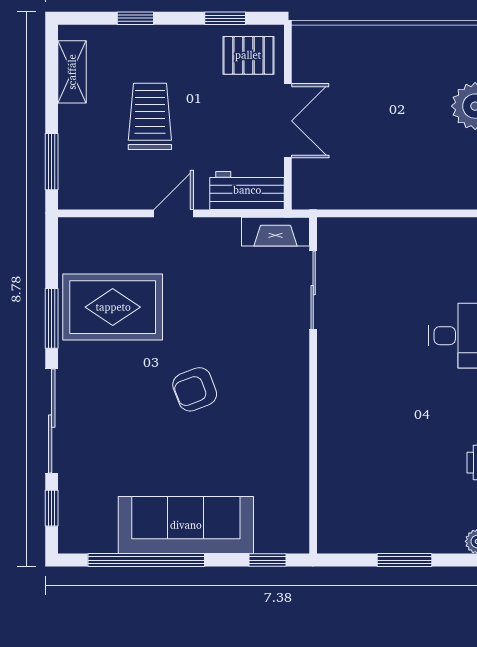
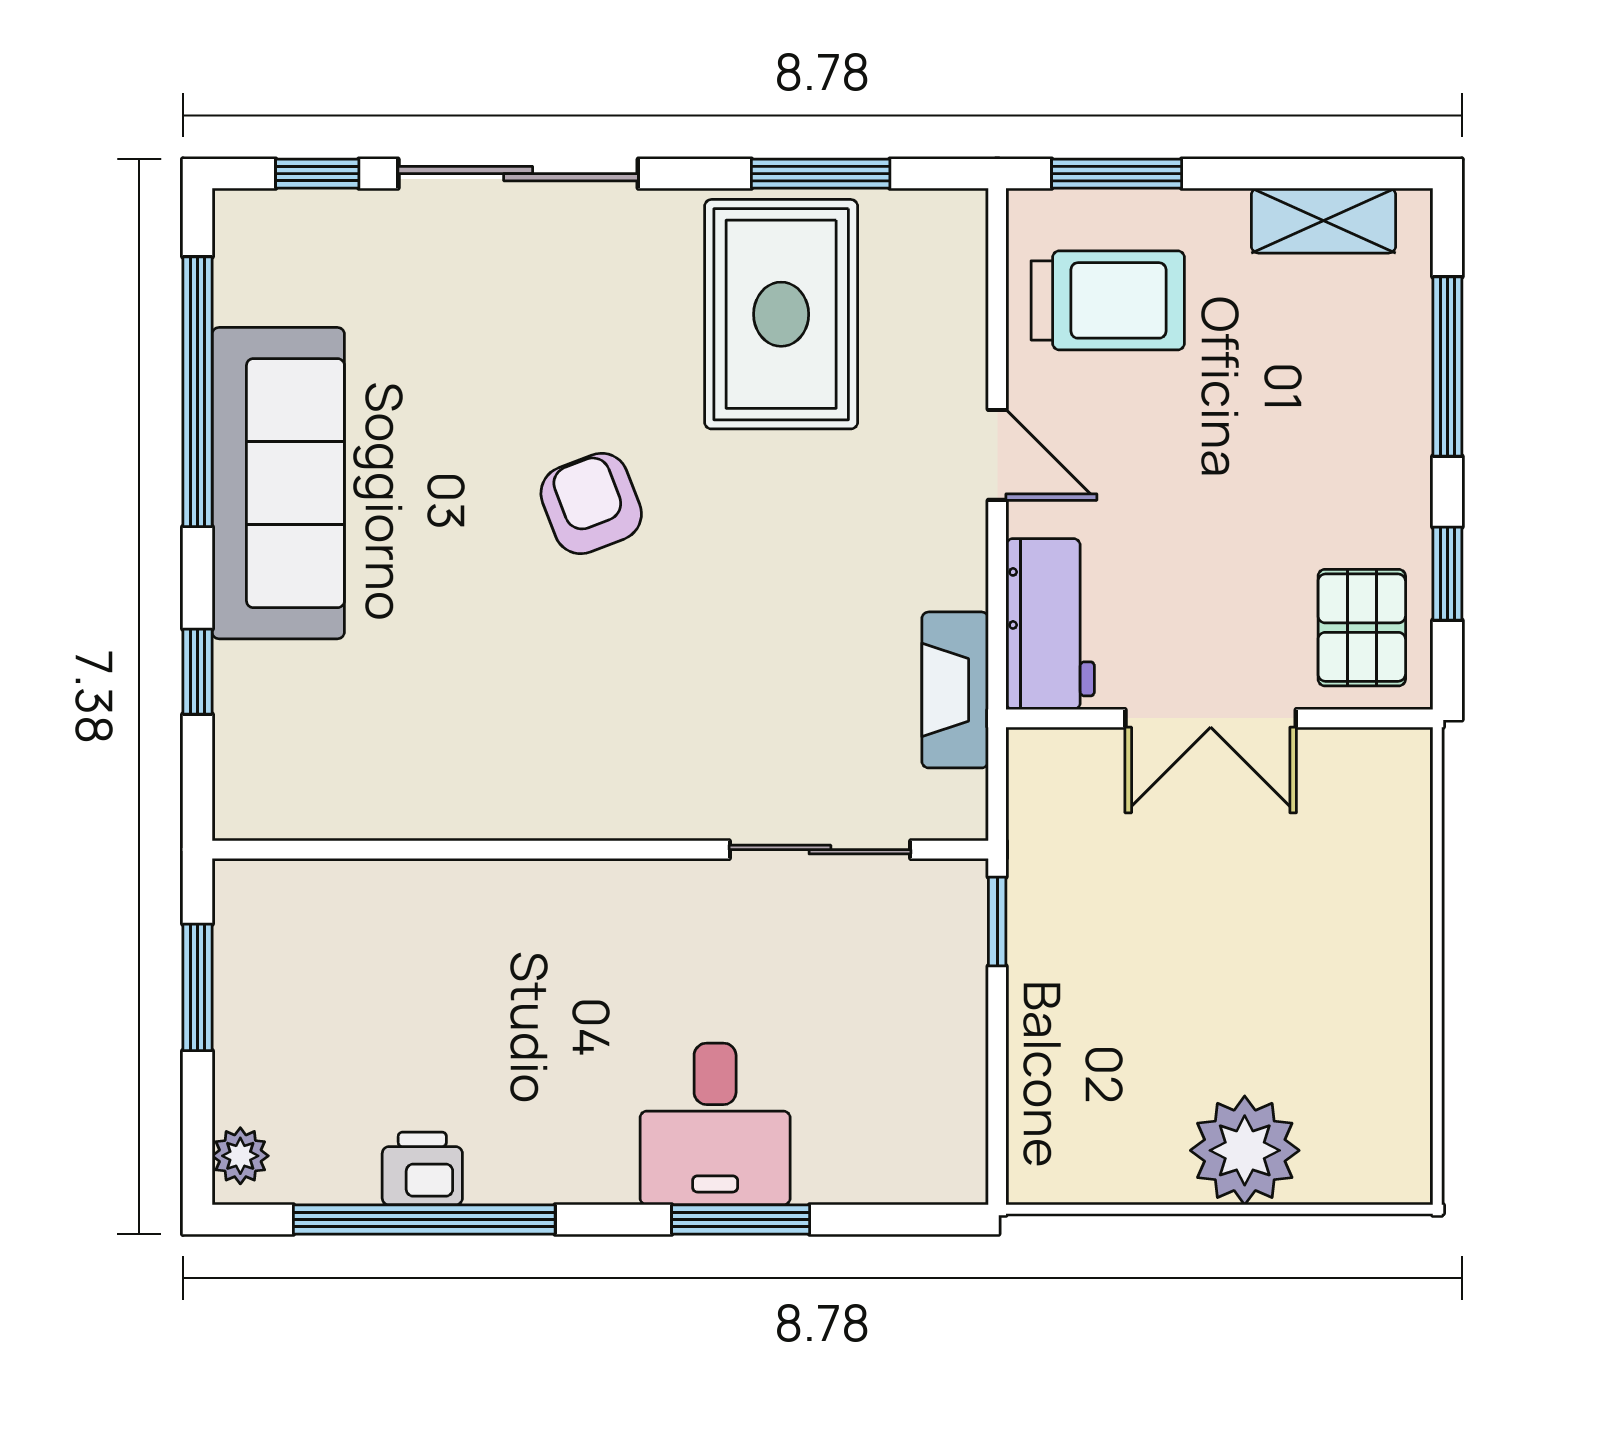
window: (135, 18) -> (1447, 367), width x2.17
trolley: (150, 116) -> (1108, 300), moved
window: (376, 213) -> (997, 922), added
sliding door: (313, 290) -> (820, 850), moved
window: (52, 318) -> (821, 174), moved
wall: (313, 385) -> (600, 850), moved

